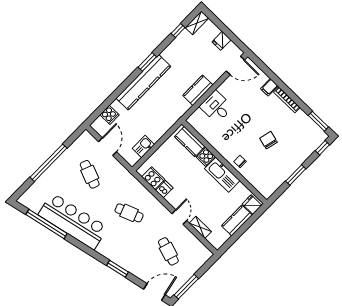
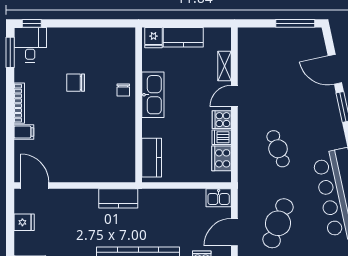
kitchen counter: (198, 90) -> (118, 198), moved
desk: (216, 107) -> (30, 45), moved, turned 180
chair: (269, 140) -> (76, 83), turned 76
kitchen sink: (143, 146) -> (219, 198), moved
cooker: (206, 157) -> (222, 120), moved, turned 180
cafe table: (90, 174) -> (278, 223), width x1.37, depth x1.35
window: (296, 175) -> (84, 23), removed
cafe table: (168, 251) -> (278, 74), removed
door: (154, 292) -> (335, 69), moved

